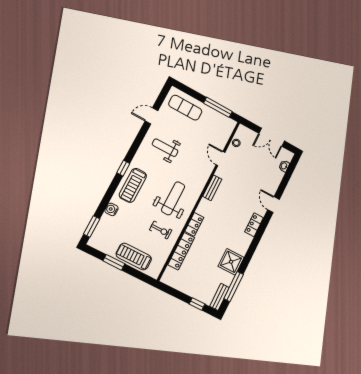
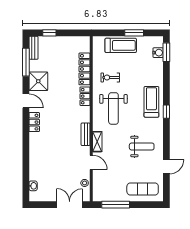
double door: (272, 137) -> (70, 205), moved
shelving: (205, 175) -> (97, 142), added
door: (274, 205) -> (26, 101), moved
water cooler: (111, 209) -> (158, 53), moved

